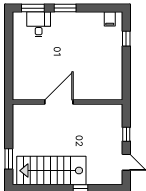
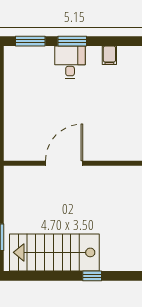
filing cabinet: (110, 19) -> (109, 55), moved
desk: (39, 24) -> (70, 62), moved

